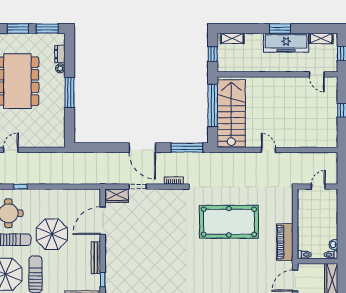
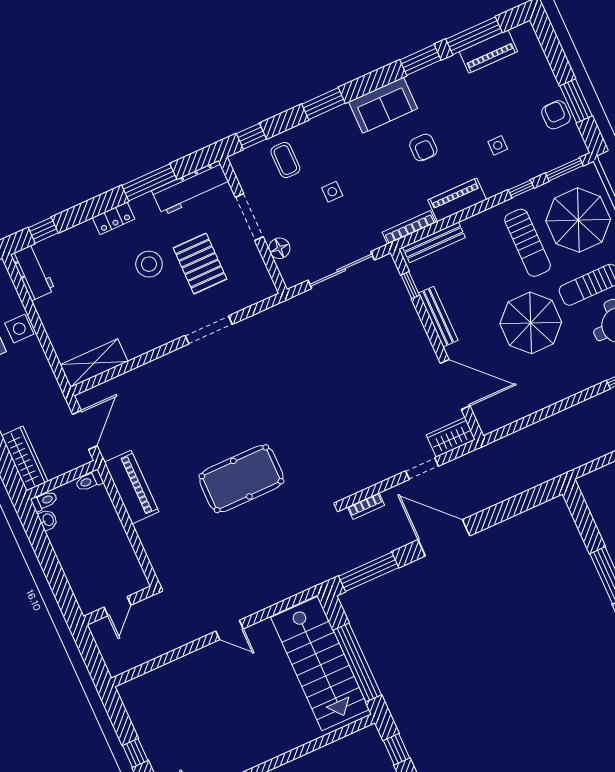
door: (103, 221) -> (455, 384), hinge flipped
pool table: (229, 222) -> (241, 479), width x0.73, depth x0.76

